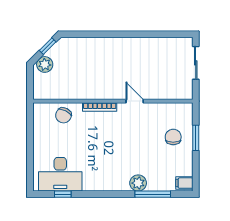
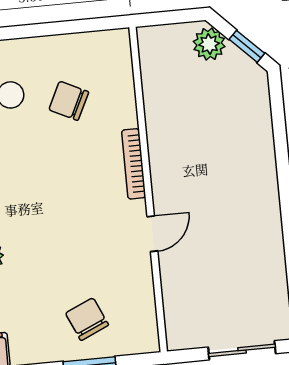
chair: (63, 115) -> (69, 101), moved
chair: (173, 137) -> (87, 319), turned -114

